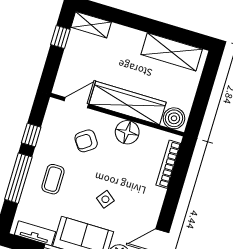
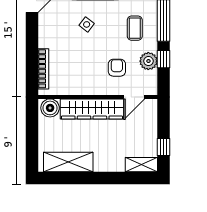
floor lamp: (127, 132) -> (85, 85), removed
plant: (49, 138) -> (148, 61), added
armchair: (86, 141) -> (117, 68), turned -55

